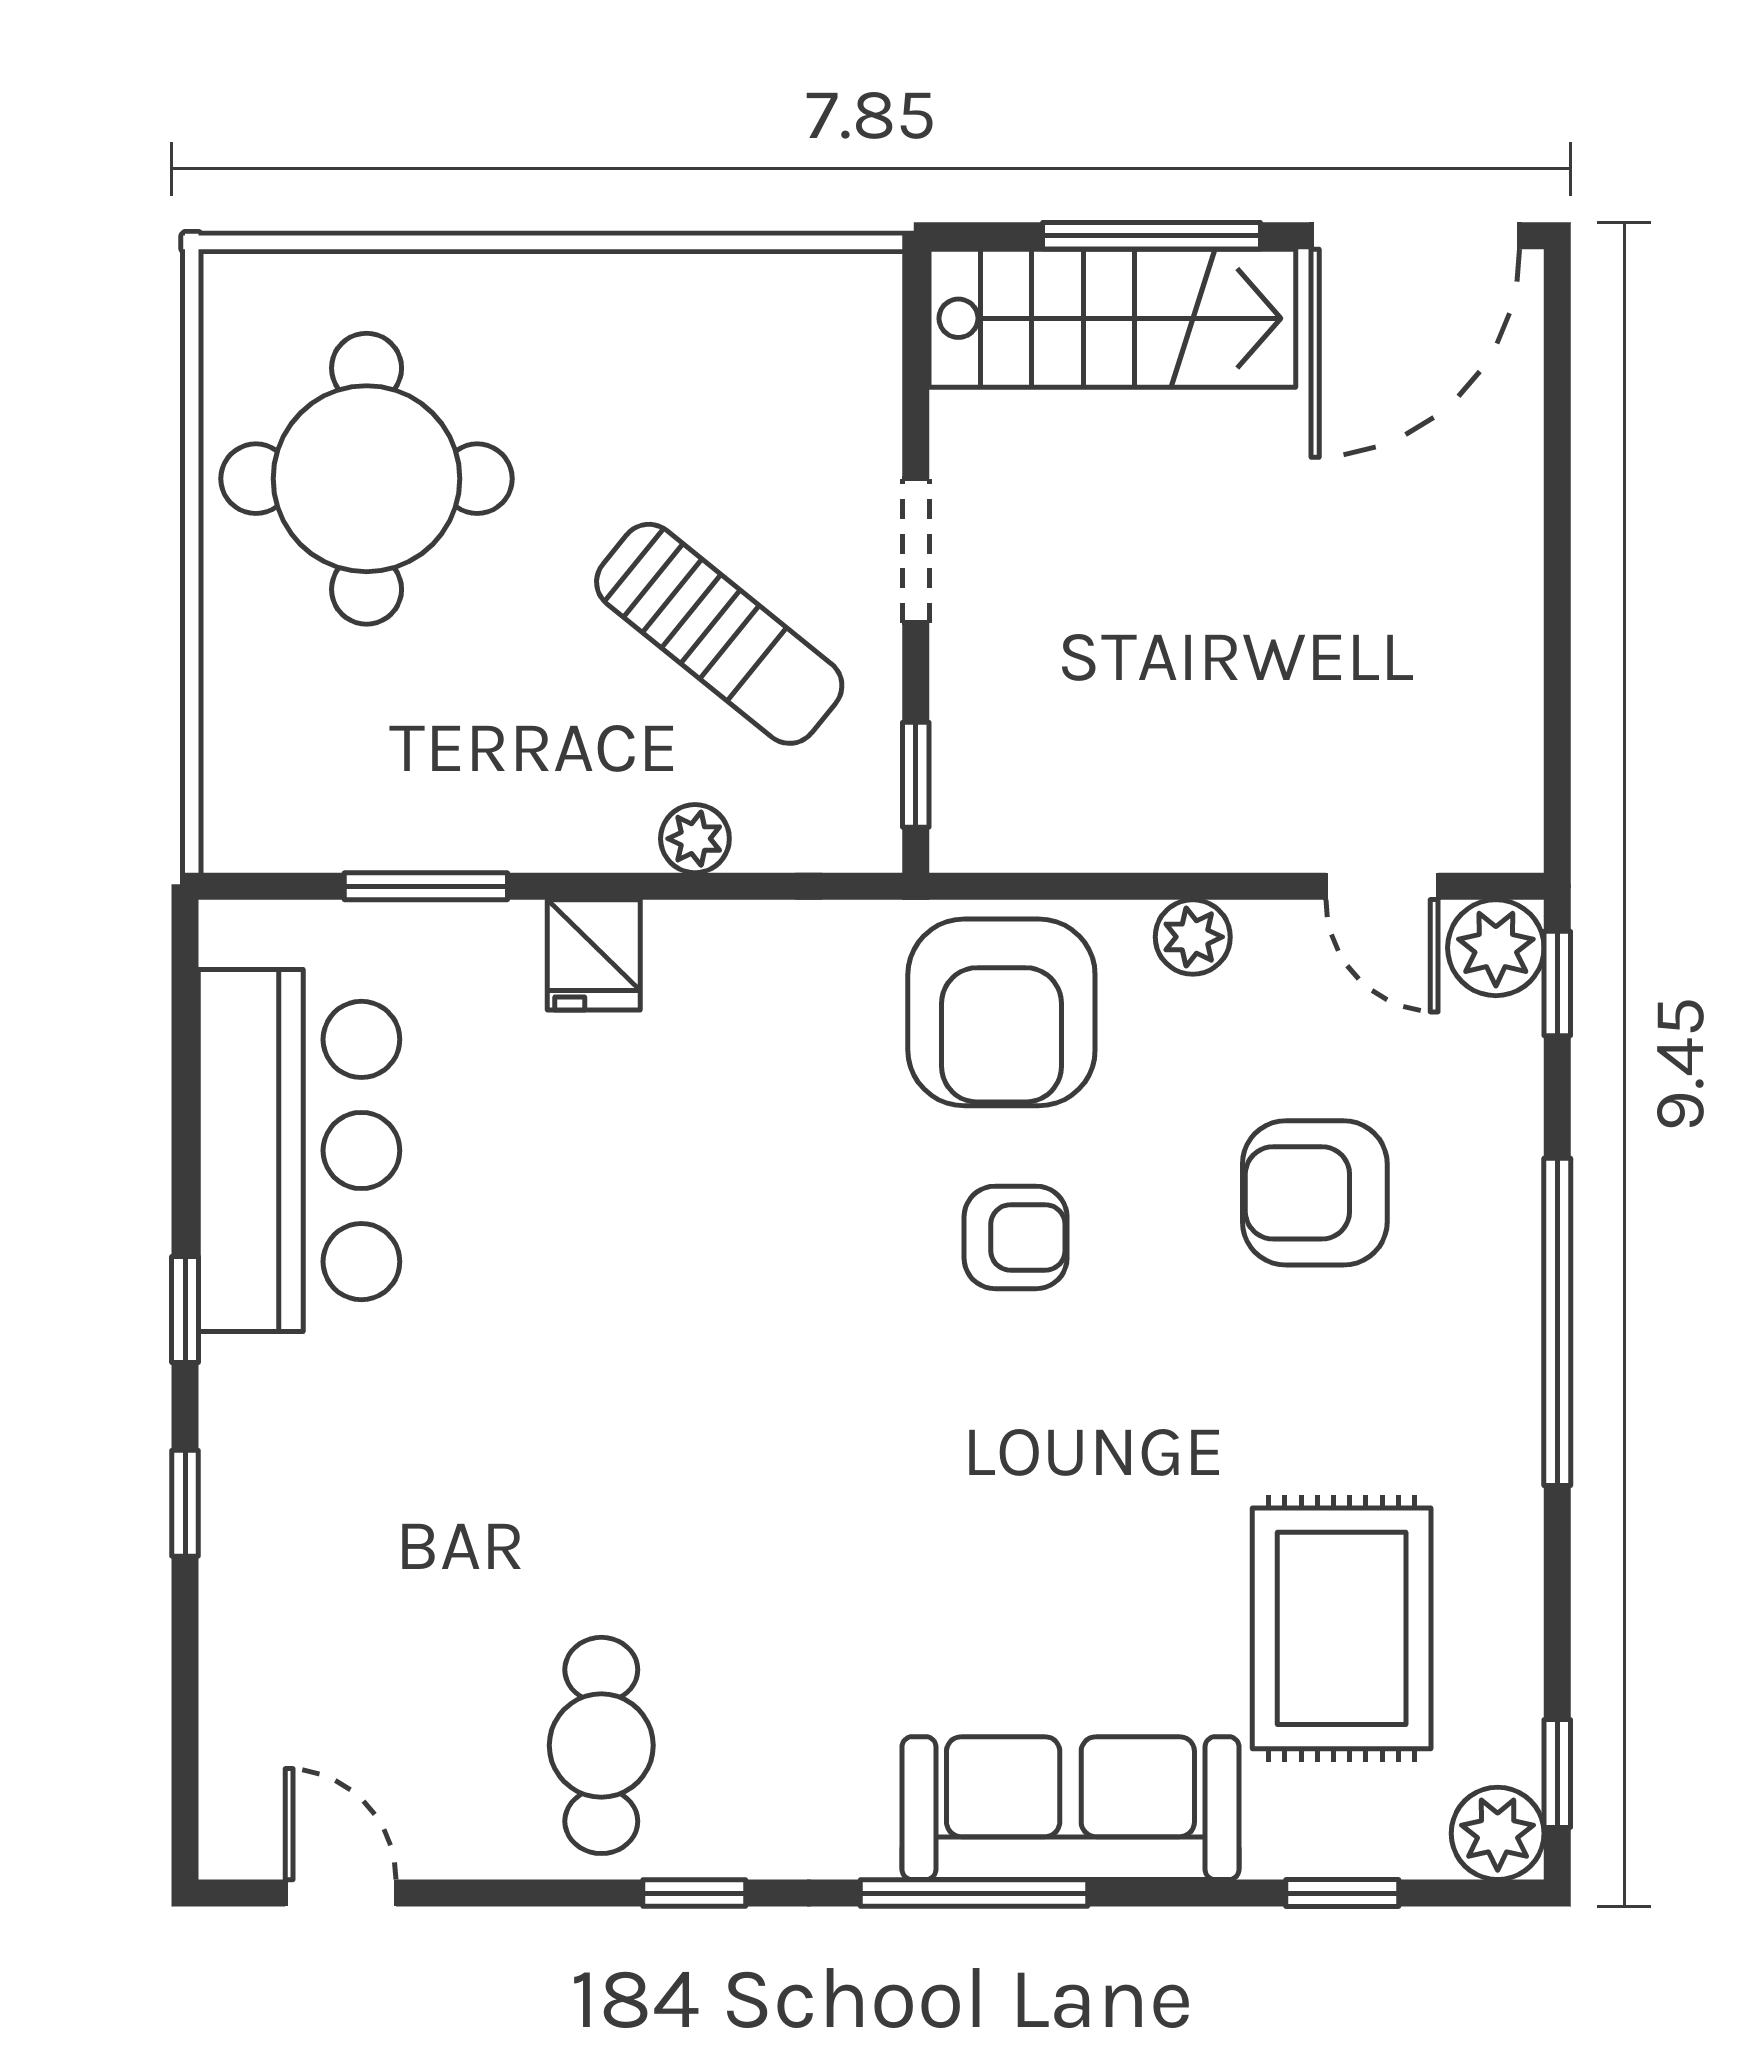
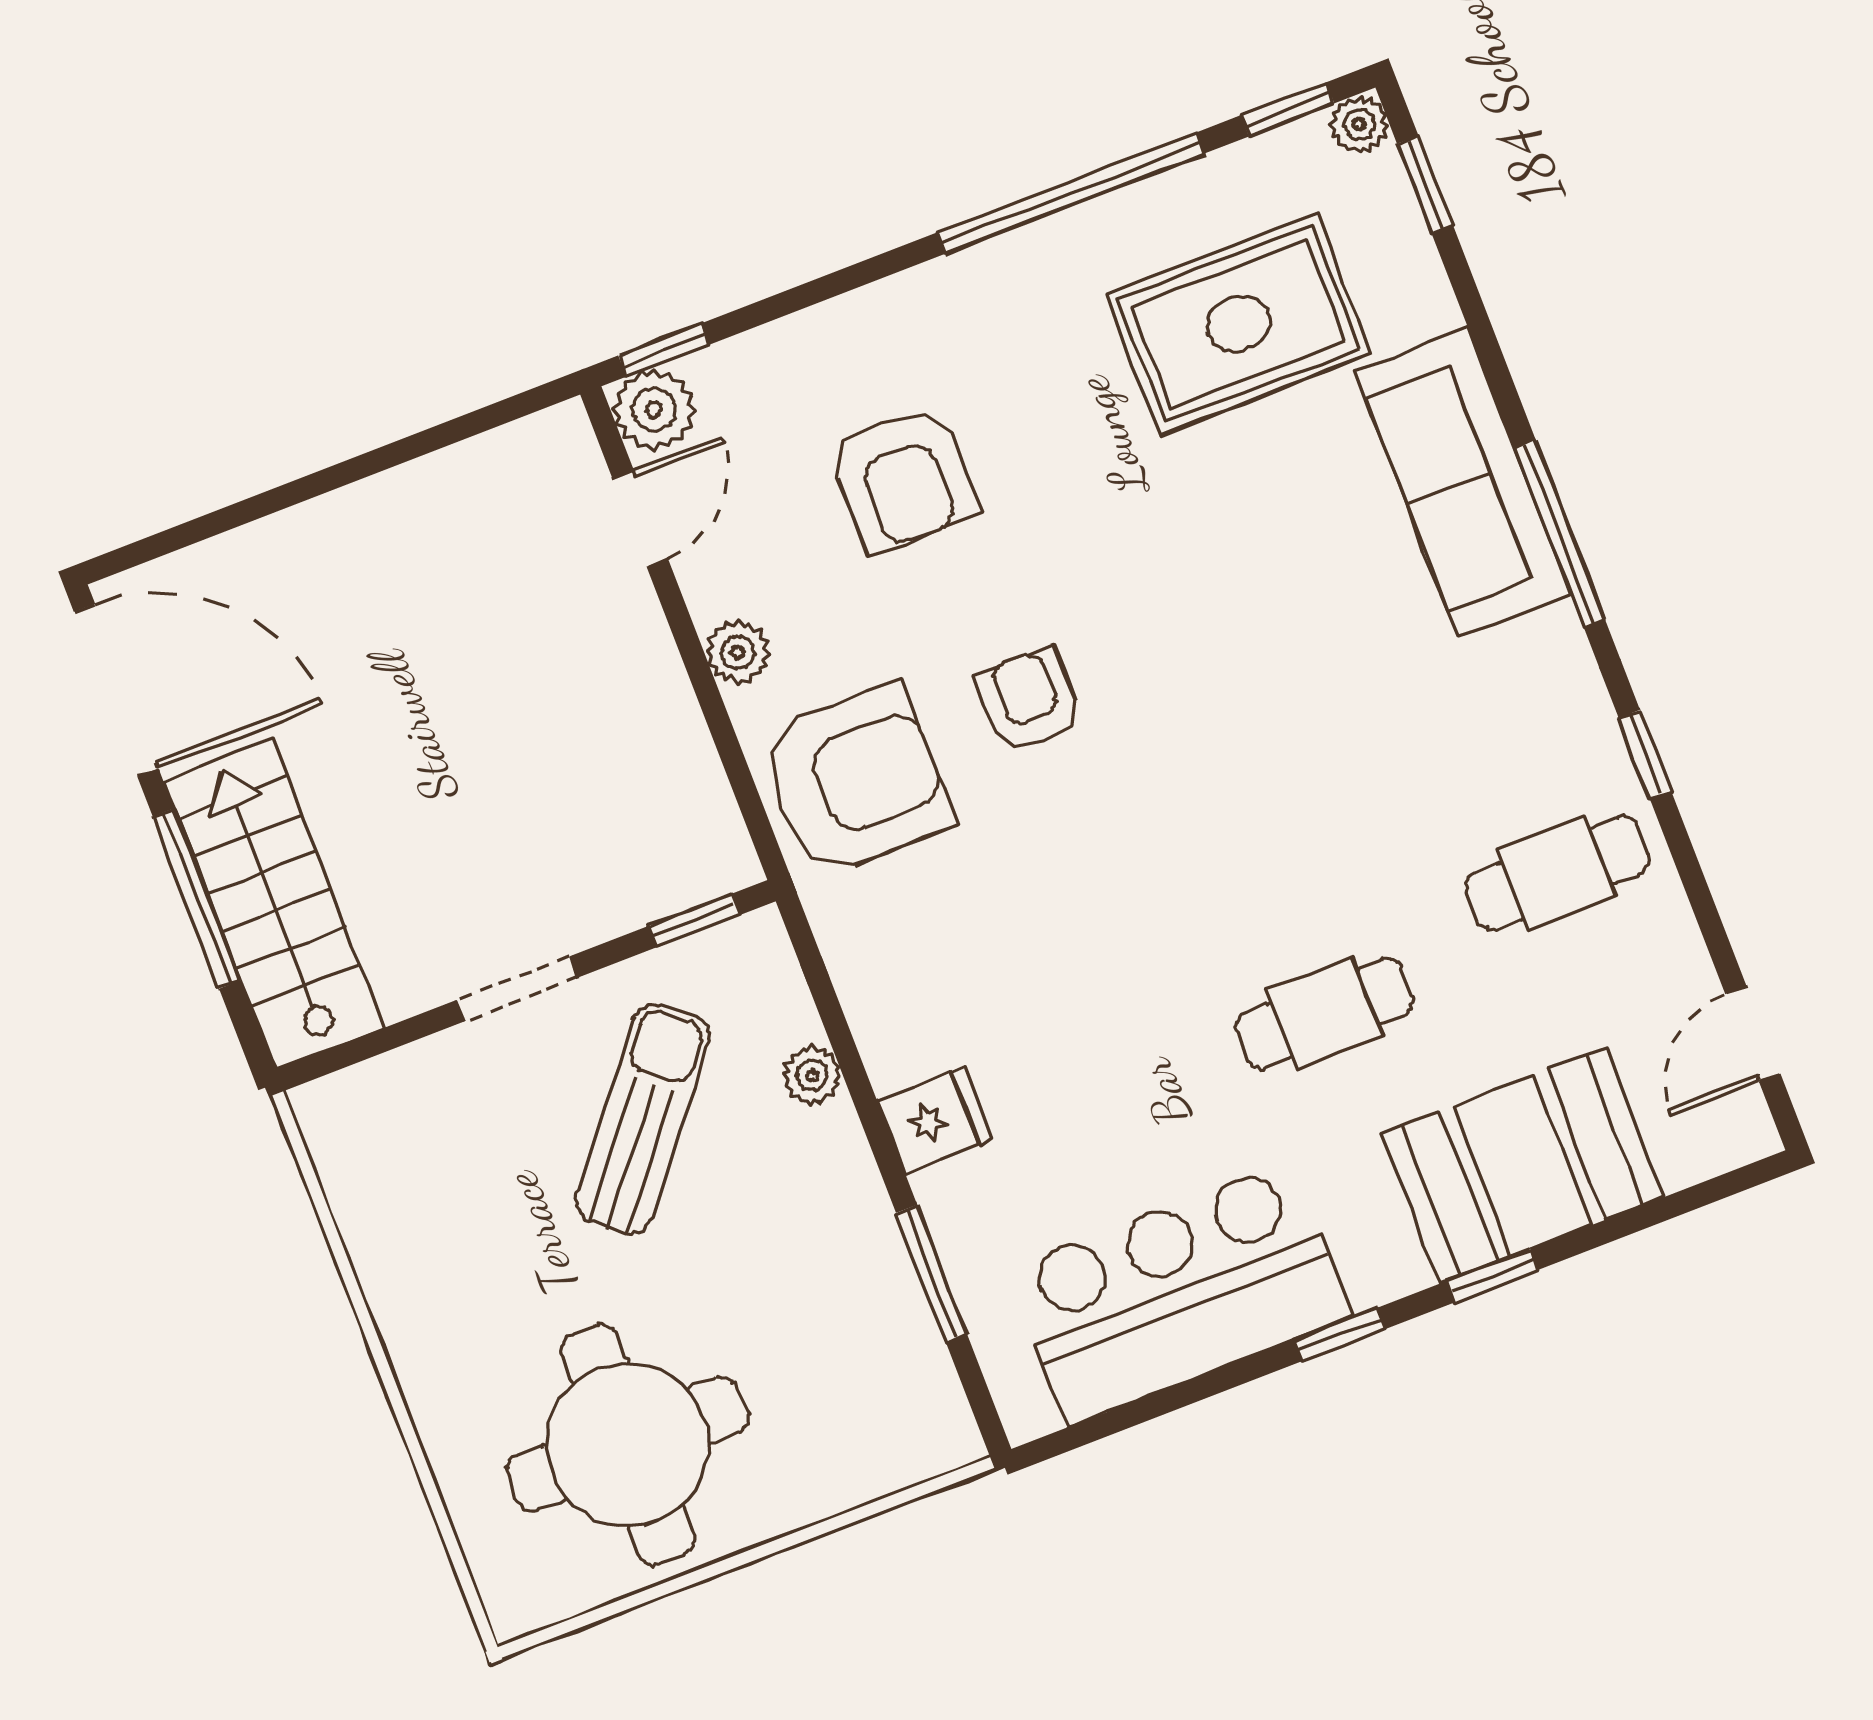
window: (1557, 1322) -> (1071, 193), moved
cafe table: (545, 1430) -> (1324, 1013), added
booth: (294, 1583) -> (1523, 1165), added
plant: (1498, 1833) -> (1359, 124), width x0.73, depth x0.73
window: (1342, 1893) -> (1425, 184), moved

